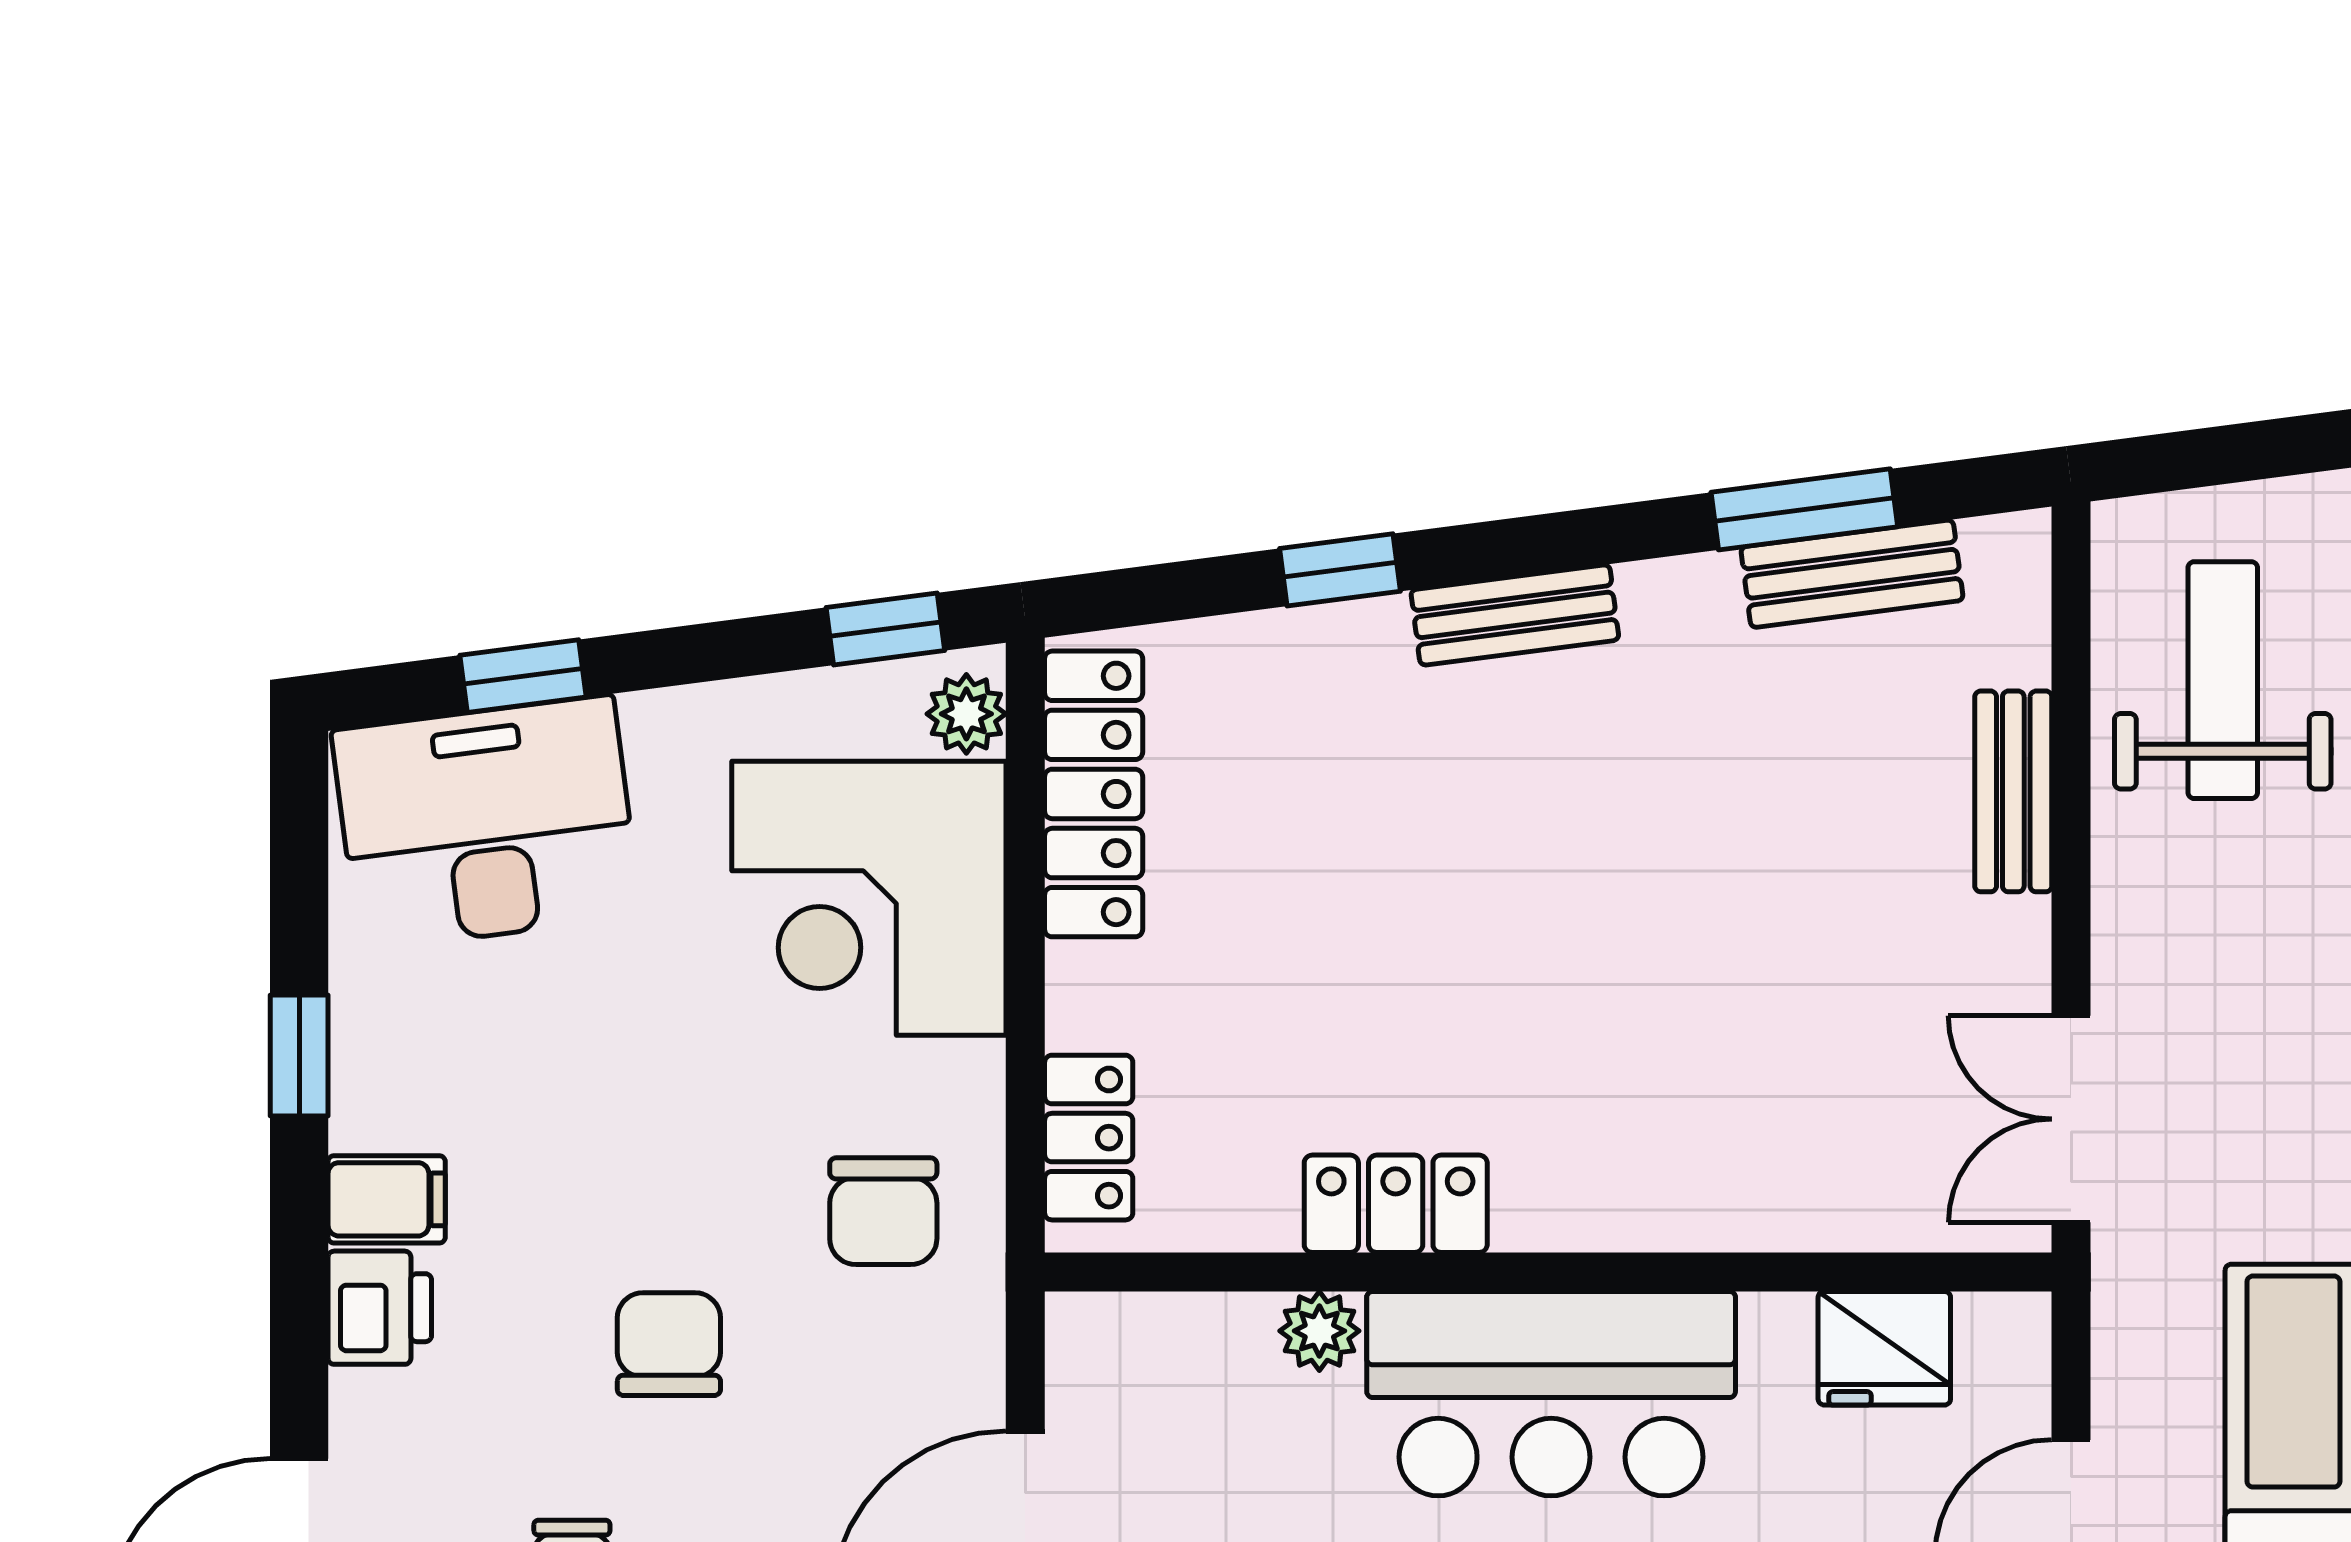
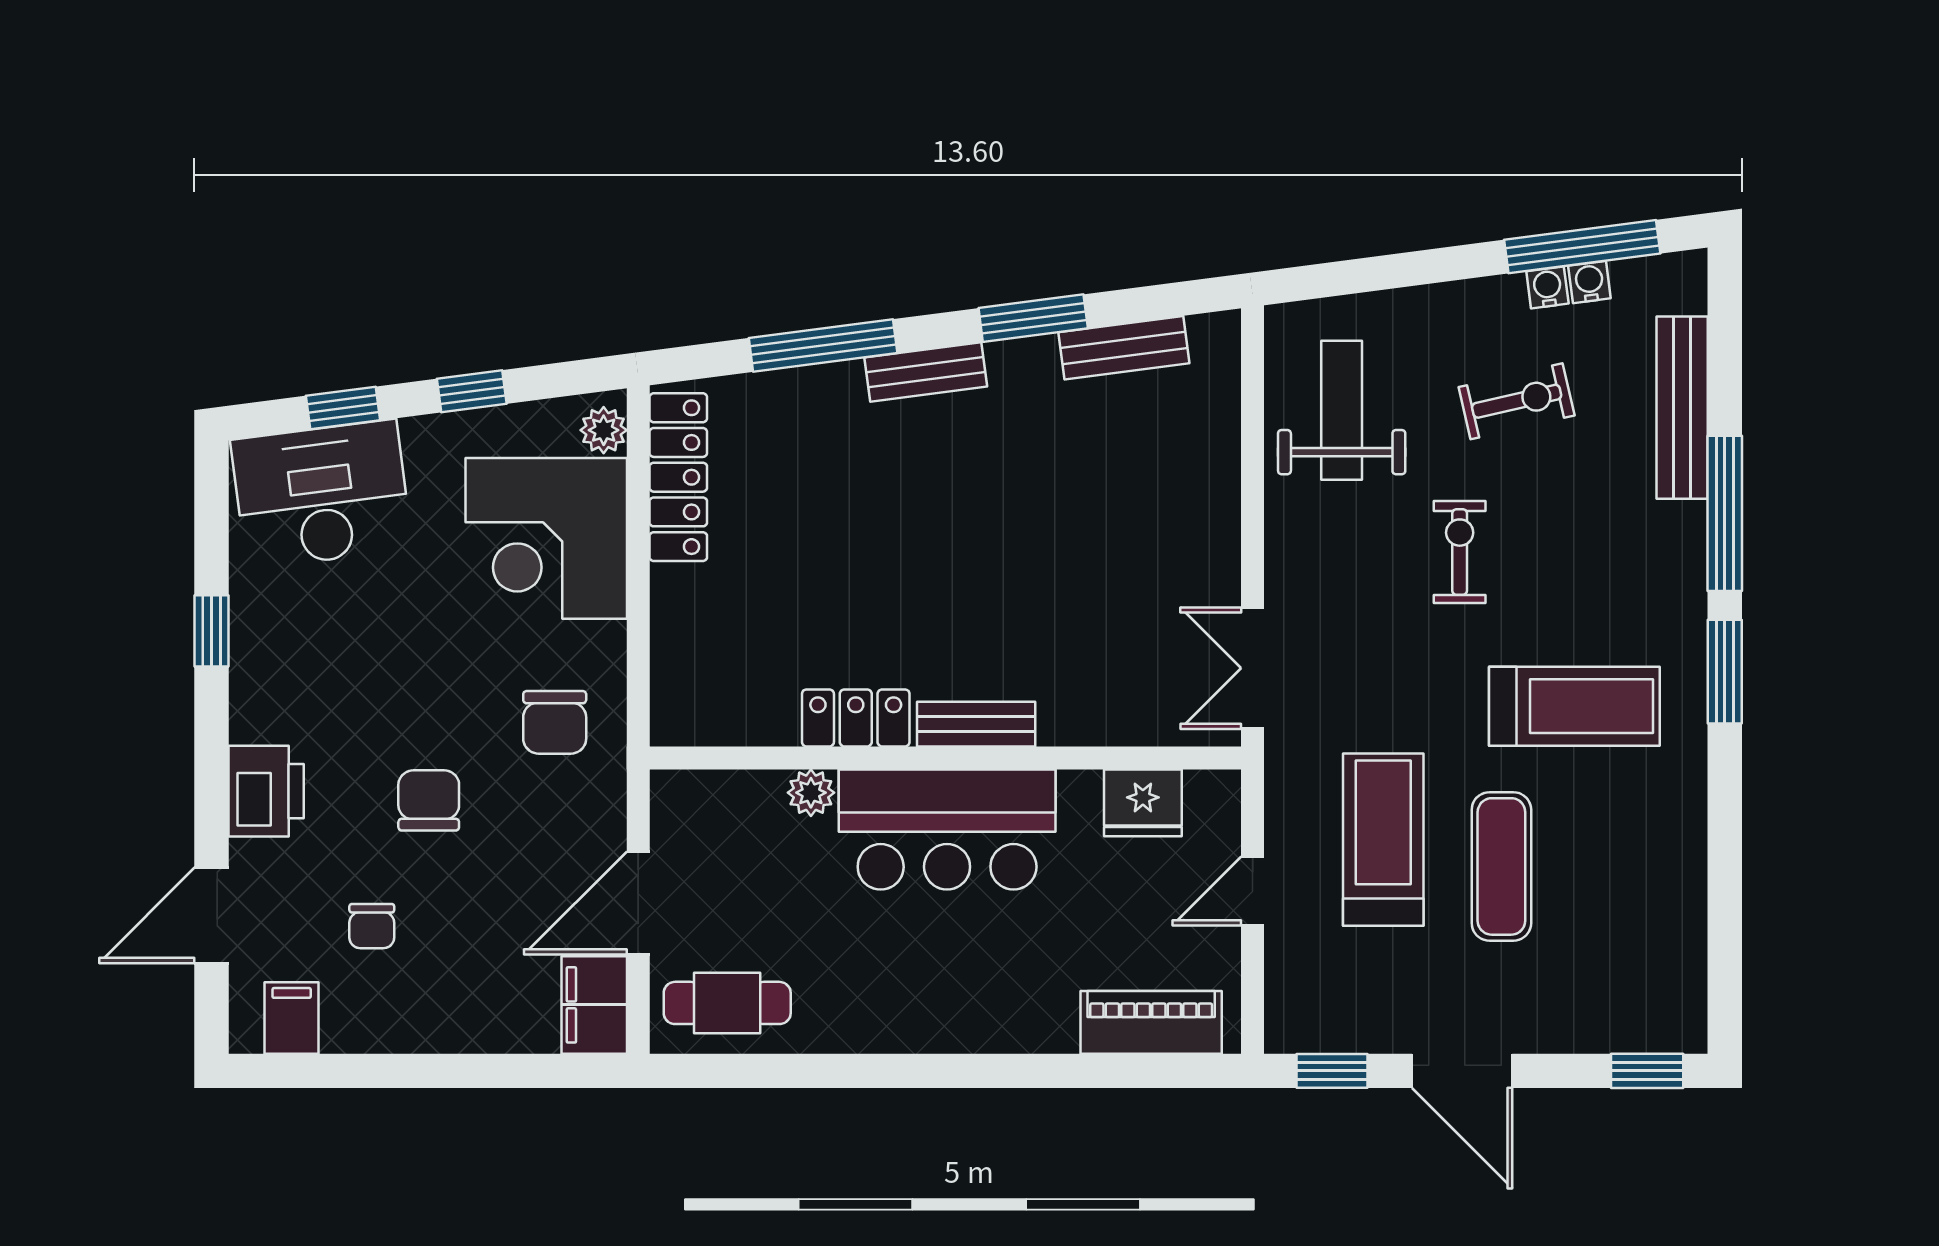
window: (1804, 509) -> (1033, 318), moved
window: (1340, 570) -> (823, 346), width x2.17
window: (885, 629) -> (472, 391), moved
bench: (2013, 791) -> (976, 724), moved, turned 90
locker: (1089, 1138) -> (675, 679), removed
filing cabinet: (387, 1199) -> (263, 715), removed
printer: (380, 1308) -> (266, 791), width x1.36, depth x1.24

